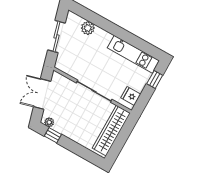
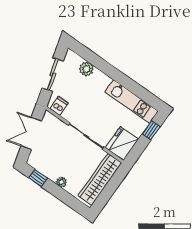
dishwasher: (66, 65) -> (59, 106), added
fridge: (131, 96) -> (122, 143), width x1.88, depth x1.34
plant: (49, 122) -> (62, 182), moved

